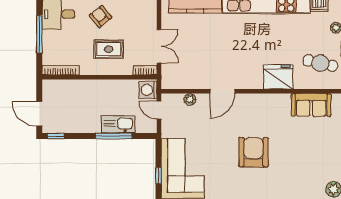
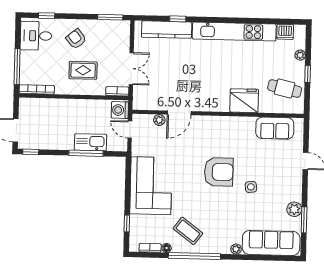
window: (39, 34) -> (17, 66), moved
door: (222, 91) -> (179, 113), moved
armchair: (253, 152) -> (219, 172), turned 90
side table: (288, 167) -> (251, 187), added
window: (158, 175) -> (128, 192), removed

